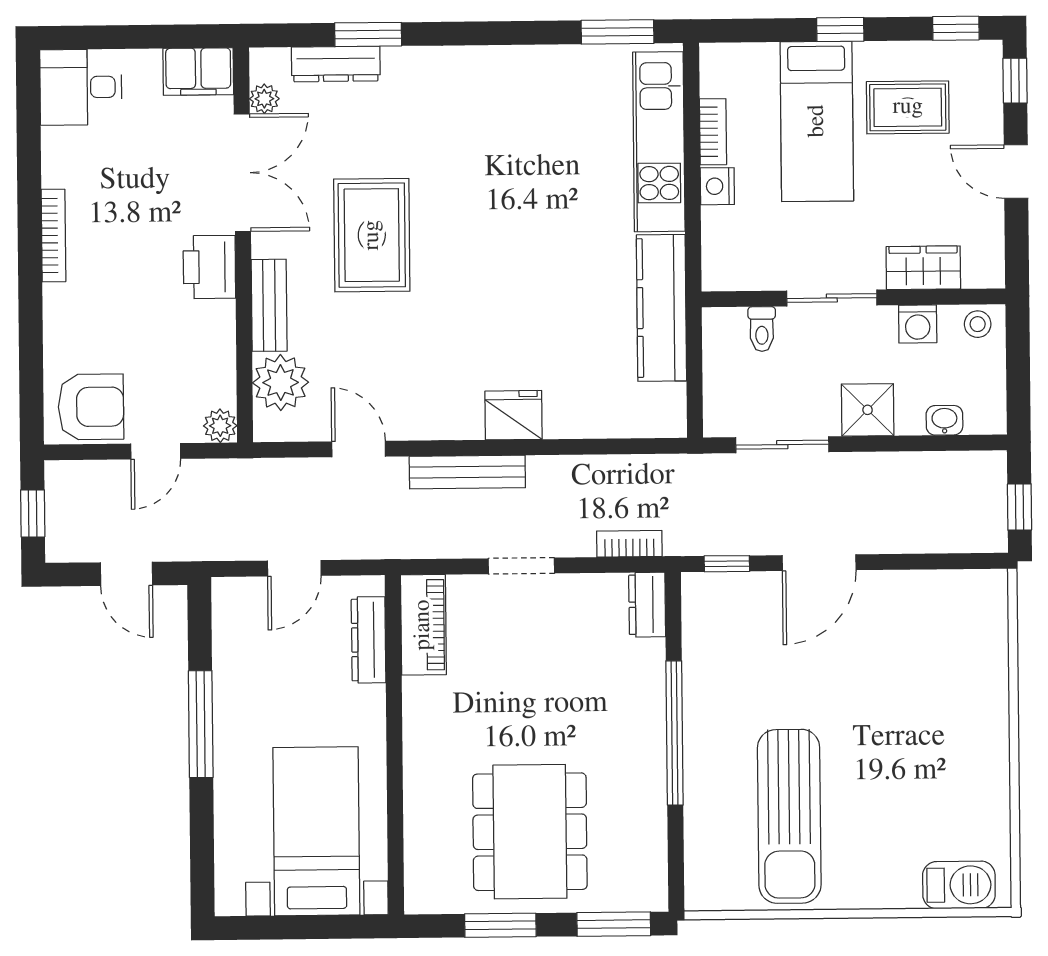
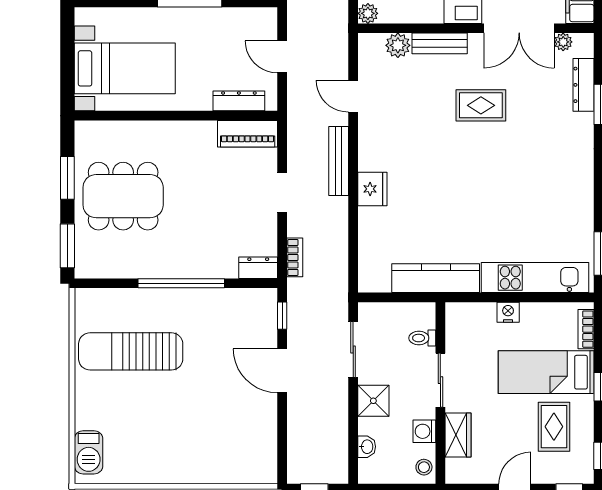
bookcase: (713, 132) -> (586, 329), moved, turned 90
rug: (372, 235) -> (481, 105), width x0.73, depth x0.70
plant: (281, 382) -> (398, 45), width x0.73, depth x0.73
door: (359, 449) -> (353, 96), swing flipped

